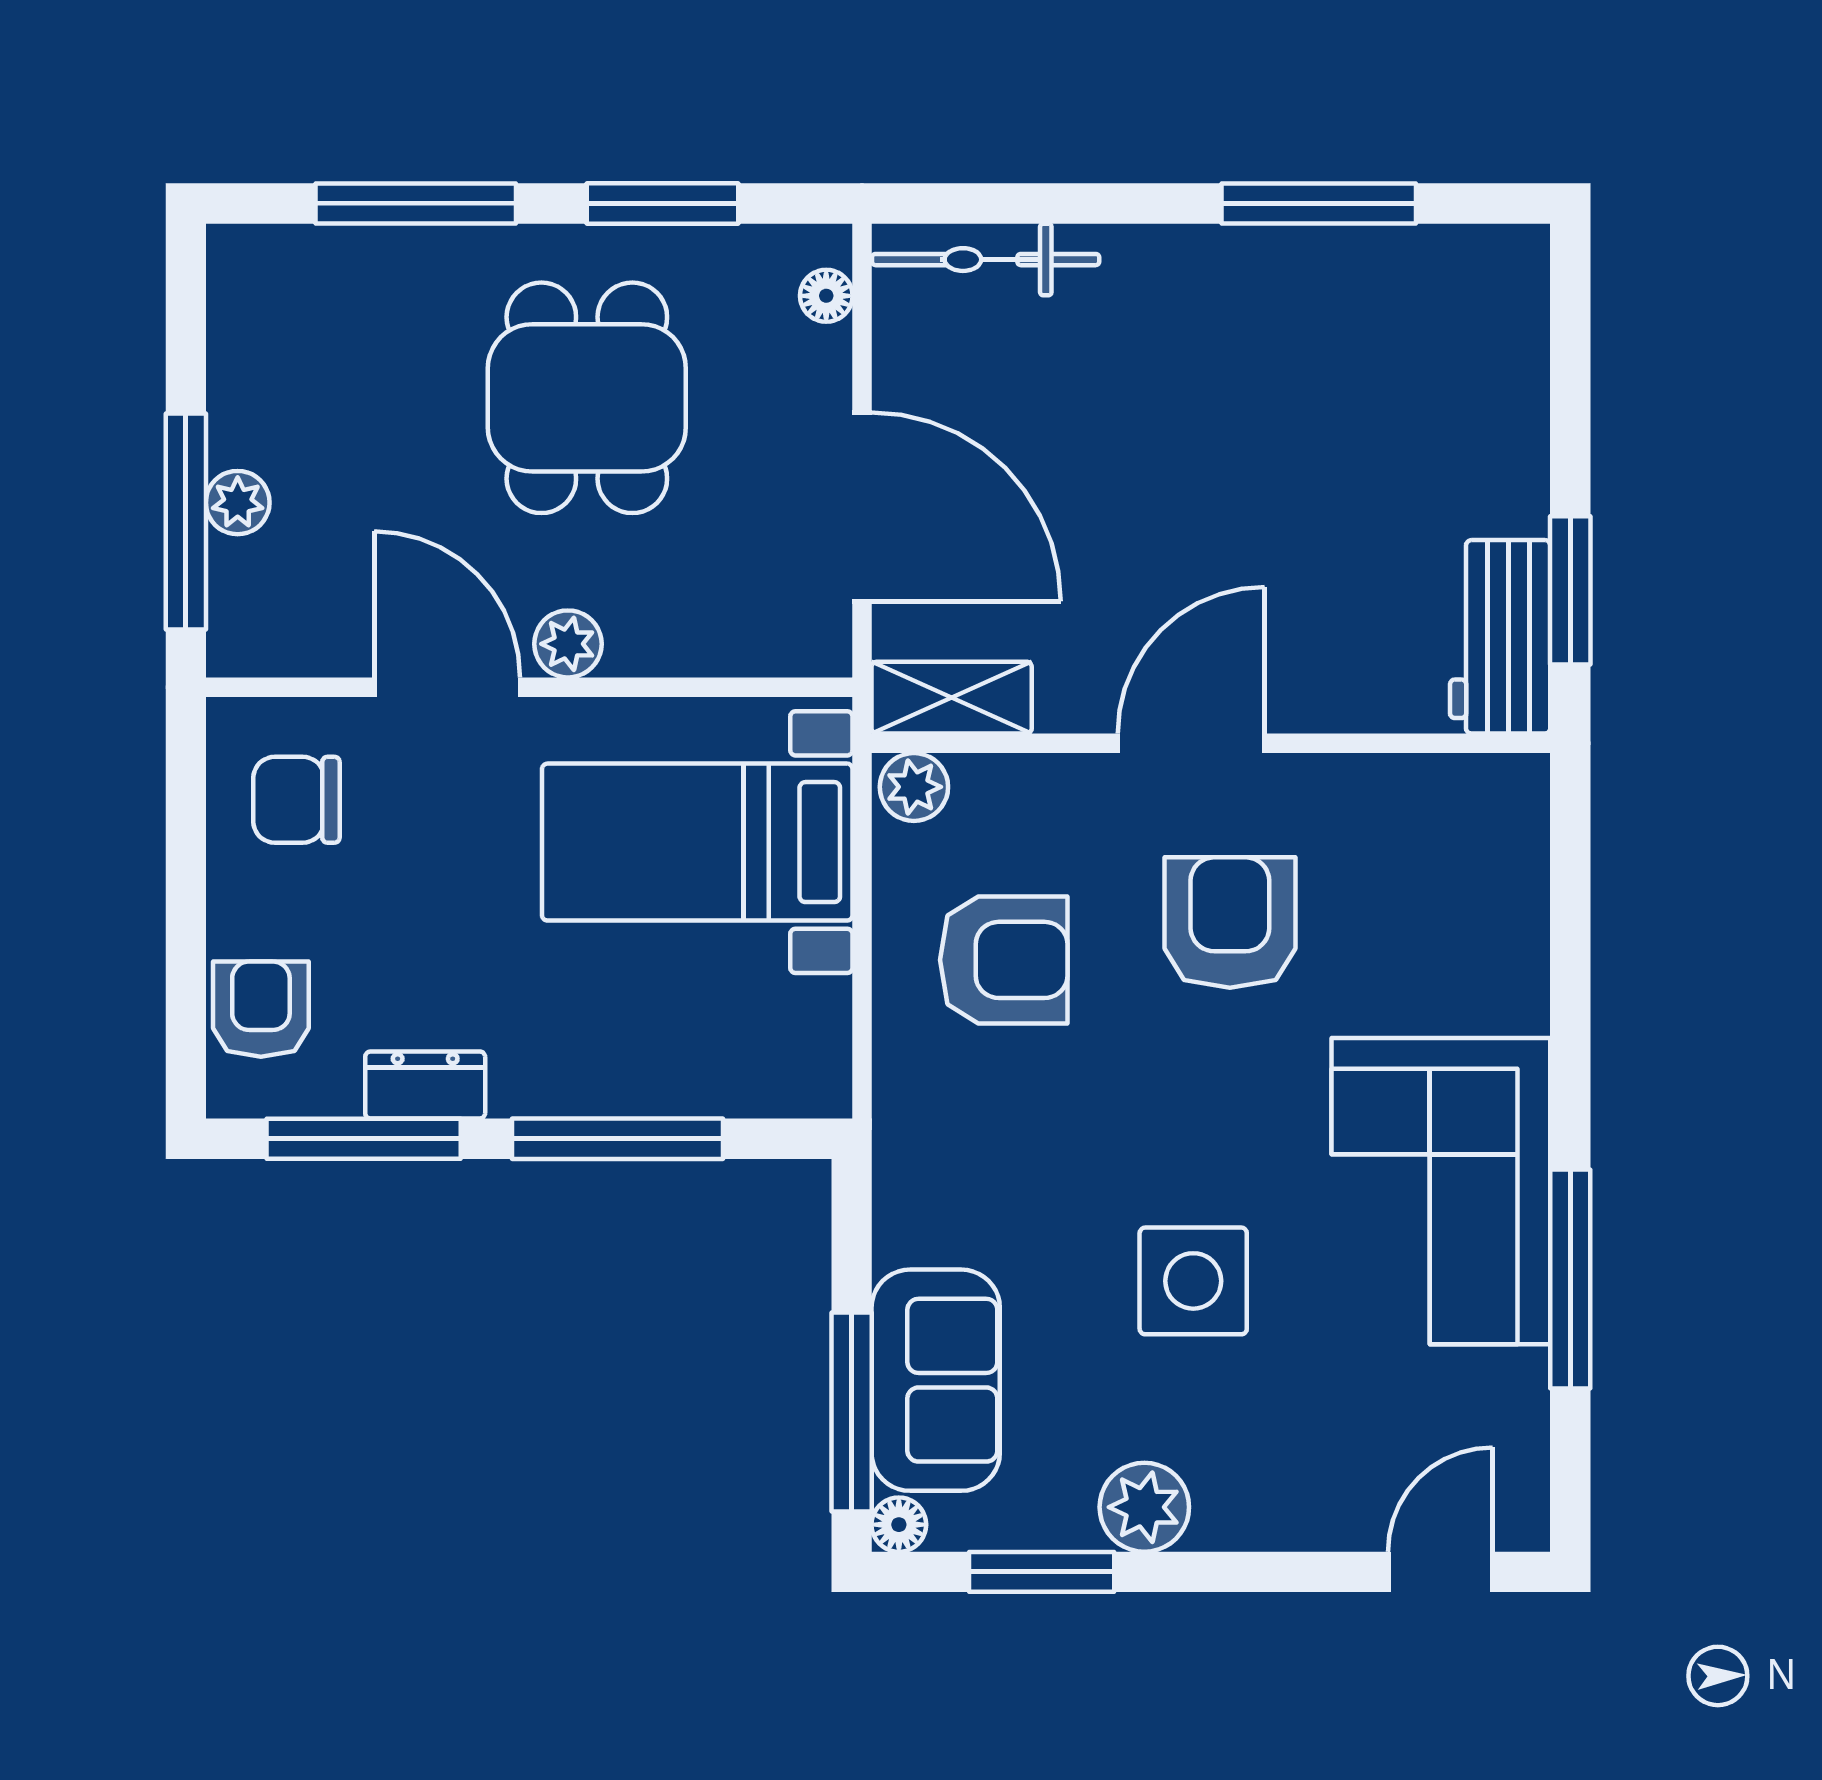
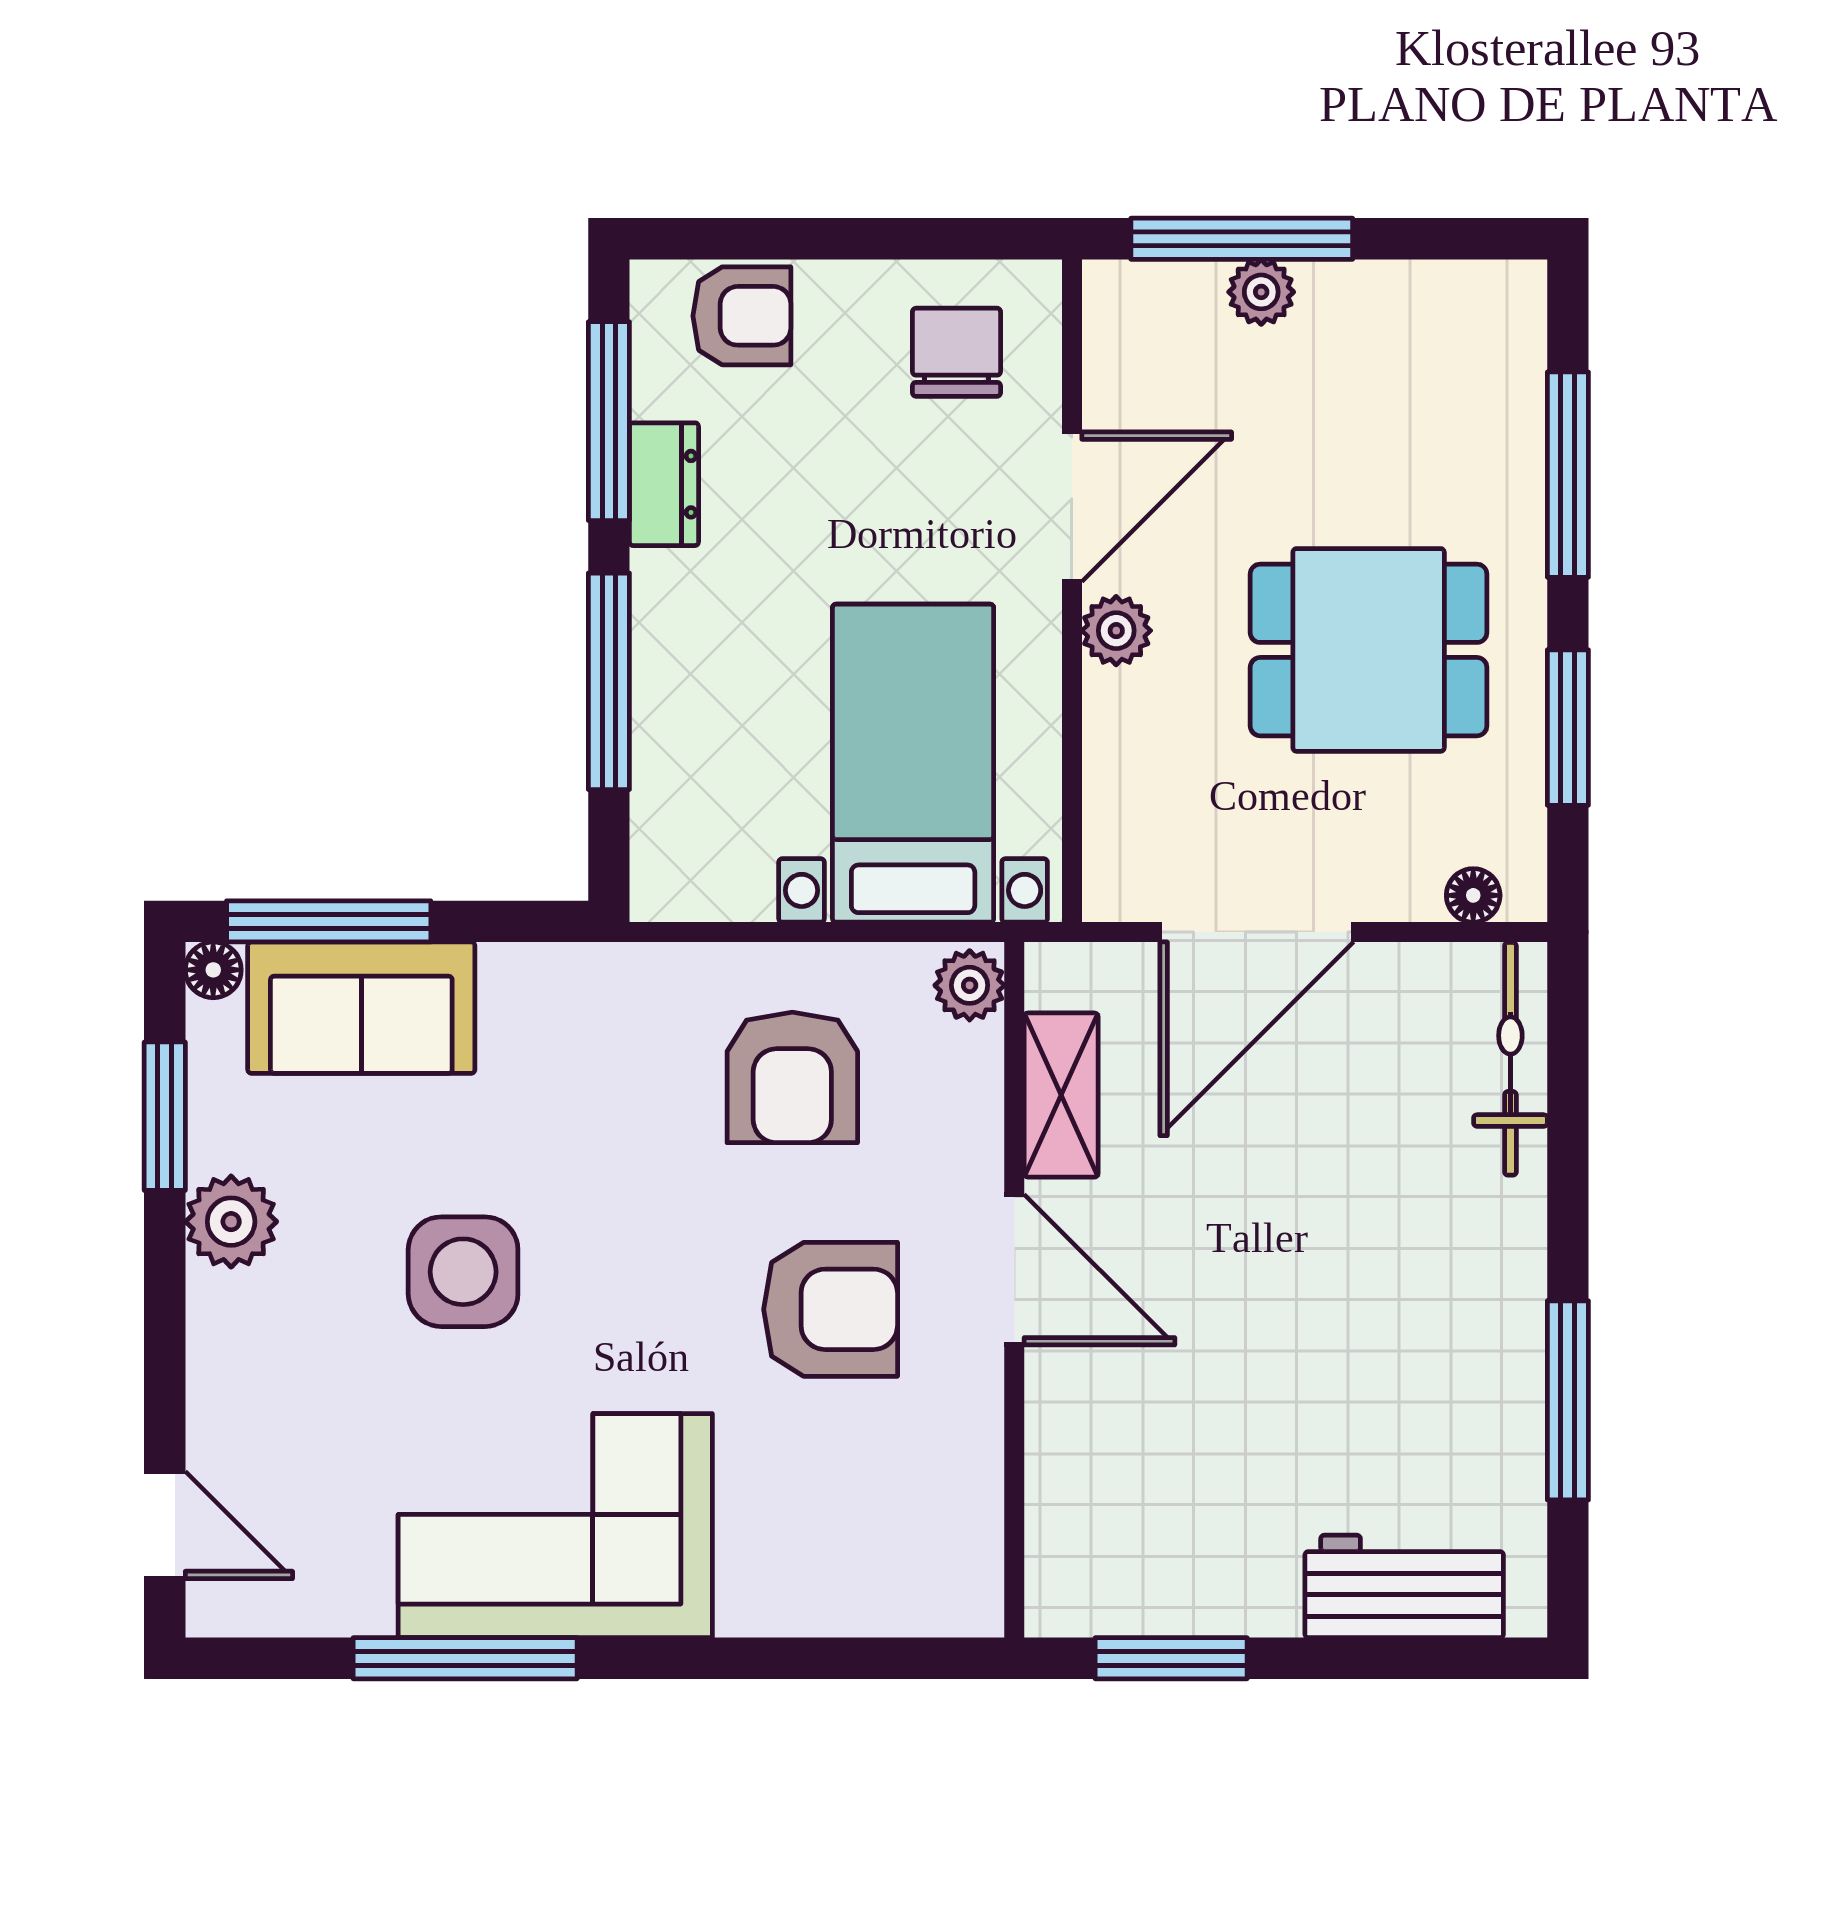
workbench: (1500, 637) -> (1404, 1586), moved
shelving: (952, 698) -> (1061, 1095), moved

